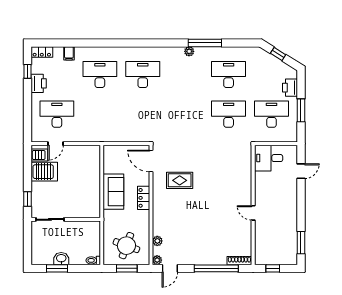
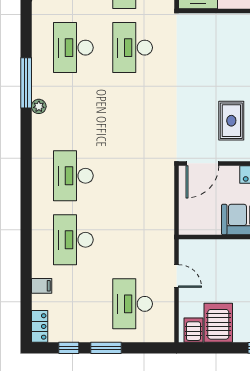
printer: (39, 83) -> (87, 331), removed
window: (27, 96) -> (106, 348), added
door: (56, 144) -> (176, 276), moved

